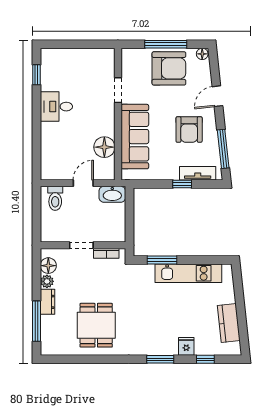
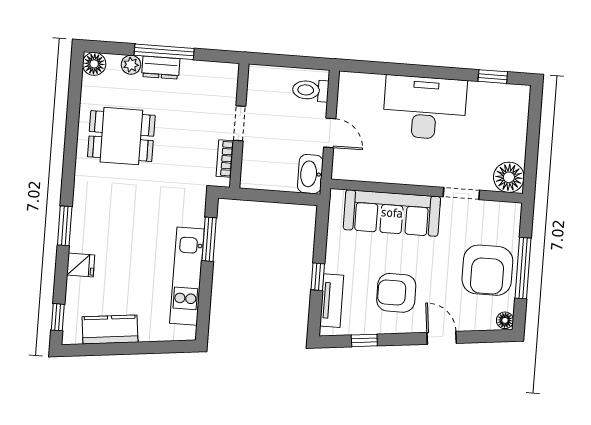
desk: (56, 107) -> (425, 108), width x1.87, depth x1.30
floor lamp: (104, 147) -> (509, 177), moved
window: (223, 149) -> (364, 340), width x0.46
floor lamp: (48, 266) -> (94, 64), moved
plant: (47, 281) -> (131, 65), moved
window: (36, 321) -> (164, 52), moved
window: (205, 359) -> (58, 317), moved

